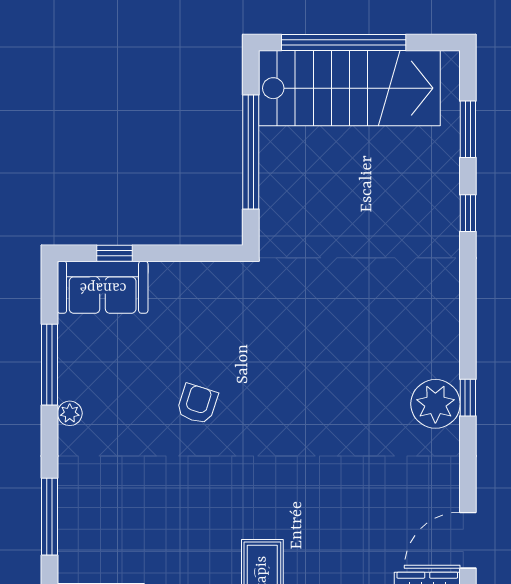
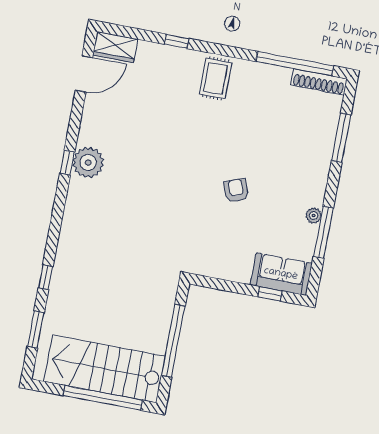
armchair: (197, 404) -> (236, 190), turned 142
plant: (70, 413) -> (314, 216), moved

